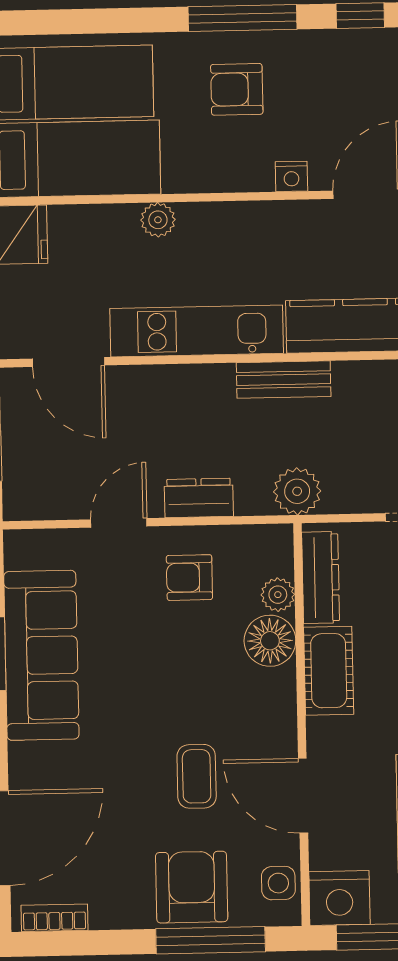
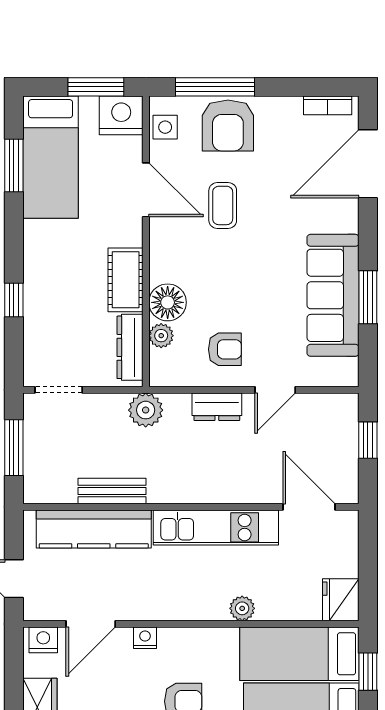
bench: (284, 380) -> (112, 491), moved

